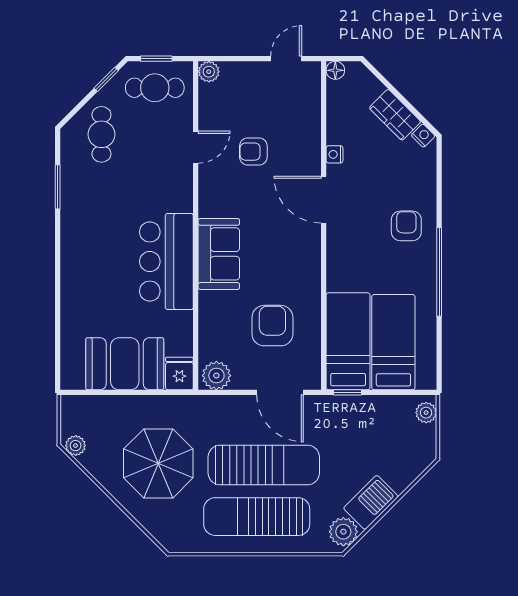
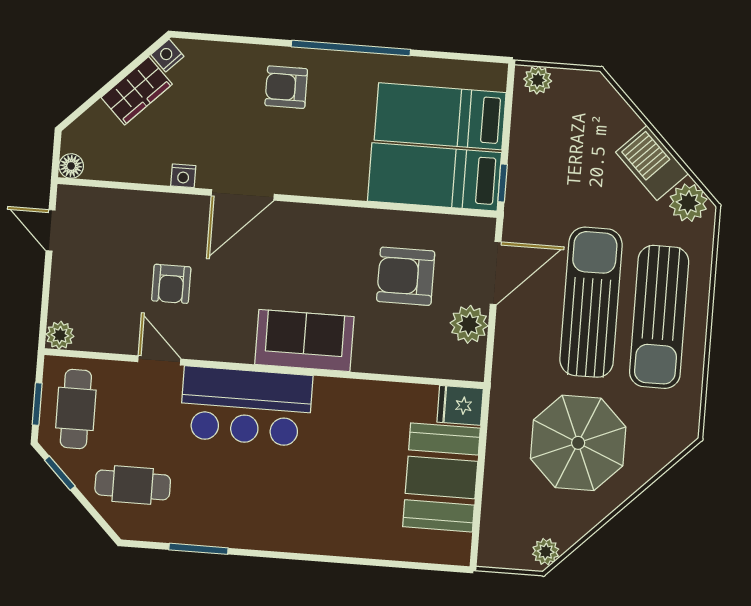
bar counter: (166, 262) -> (246, 406), moved
plant: (216, 376) -> (469, 324), moved

